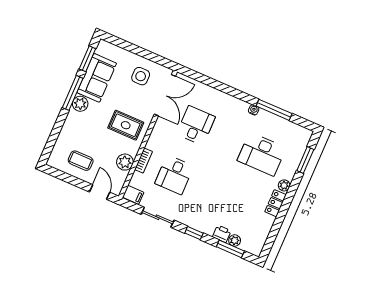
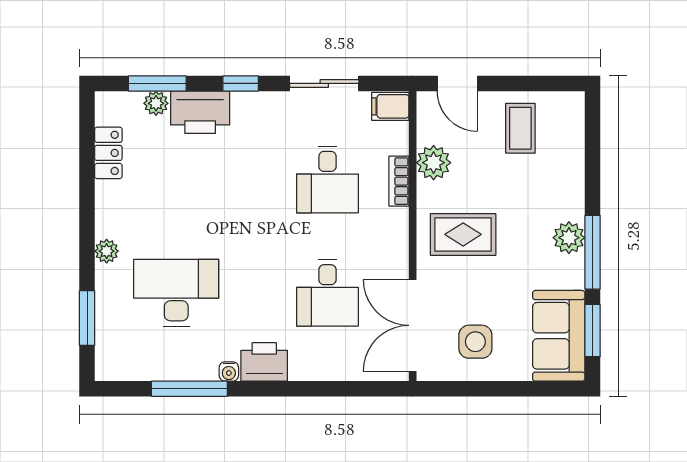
sofa: (97, 78) -> (559, 336), moved
printer: (236, 107) -> (264, 362), added
coffee table: (81, 161) -> (520, 128), turned 90
desk: (174, 175) -> (327, 179), turned 180
locker: (275, 203) -> (108, 153), moved
printer: (222, 234) -> (200, 112), width x1.87, depth x1.48

